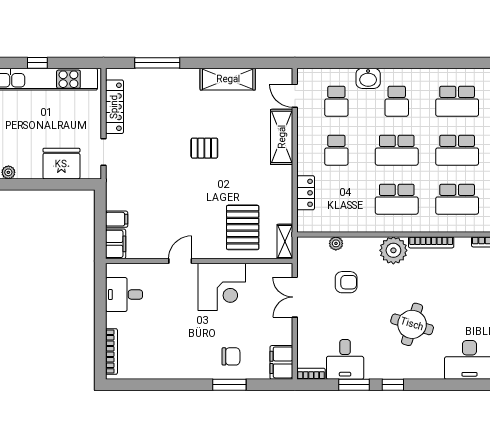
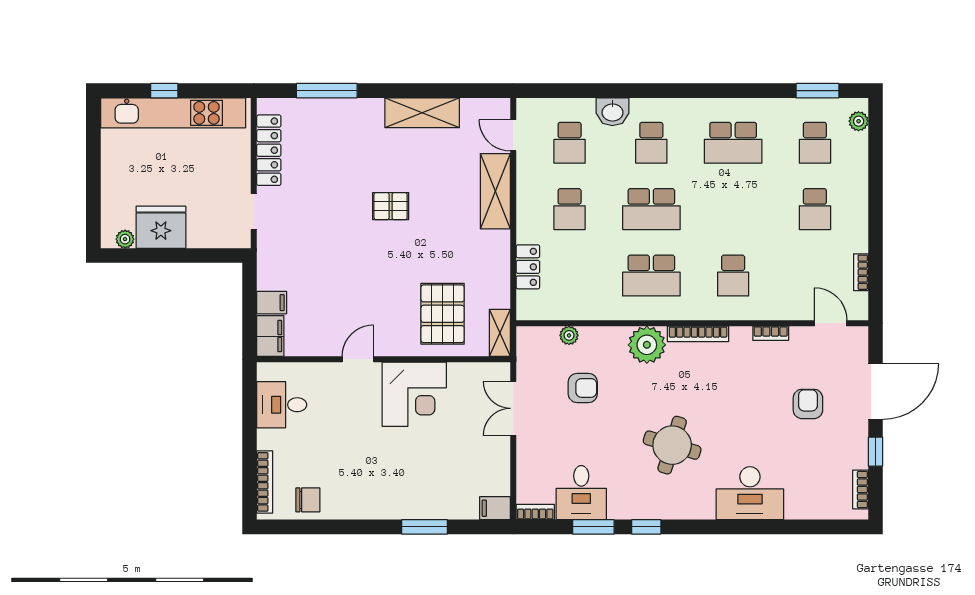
school desk: (457, 150) -> (733, 209), removed
fridge: (61, 164) -> (161, 227), moved
school desk: (457, 199) -> (733, 276), width x0.54
chair: (231, 356) -> (308, 500), moved
filing cabinet: (281, 362) -> (495, 508), width x0.50

